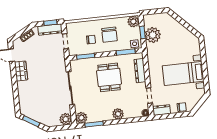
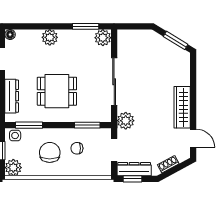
wardrobe: (21, 71) -> (182, 107), width x1.50
dining table: (109, 77) -> (57, 91), turned 90
plant: (66, 119) -> (126, 121), moved

